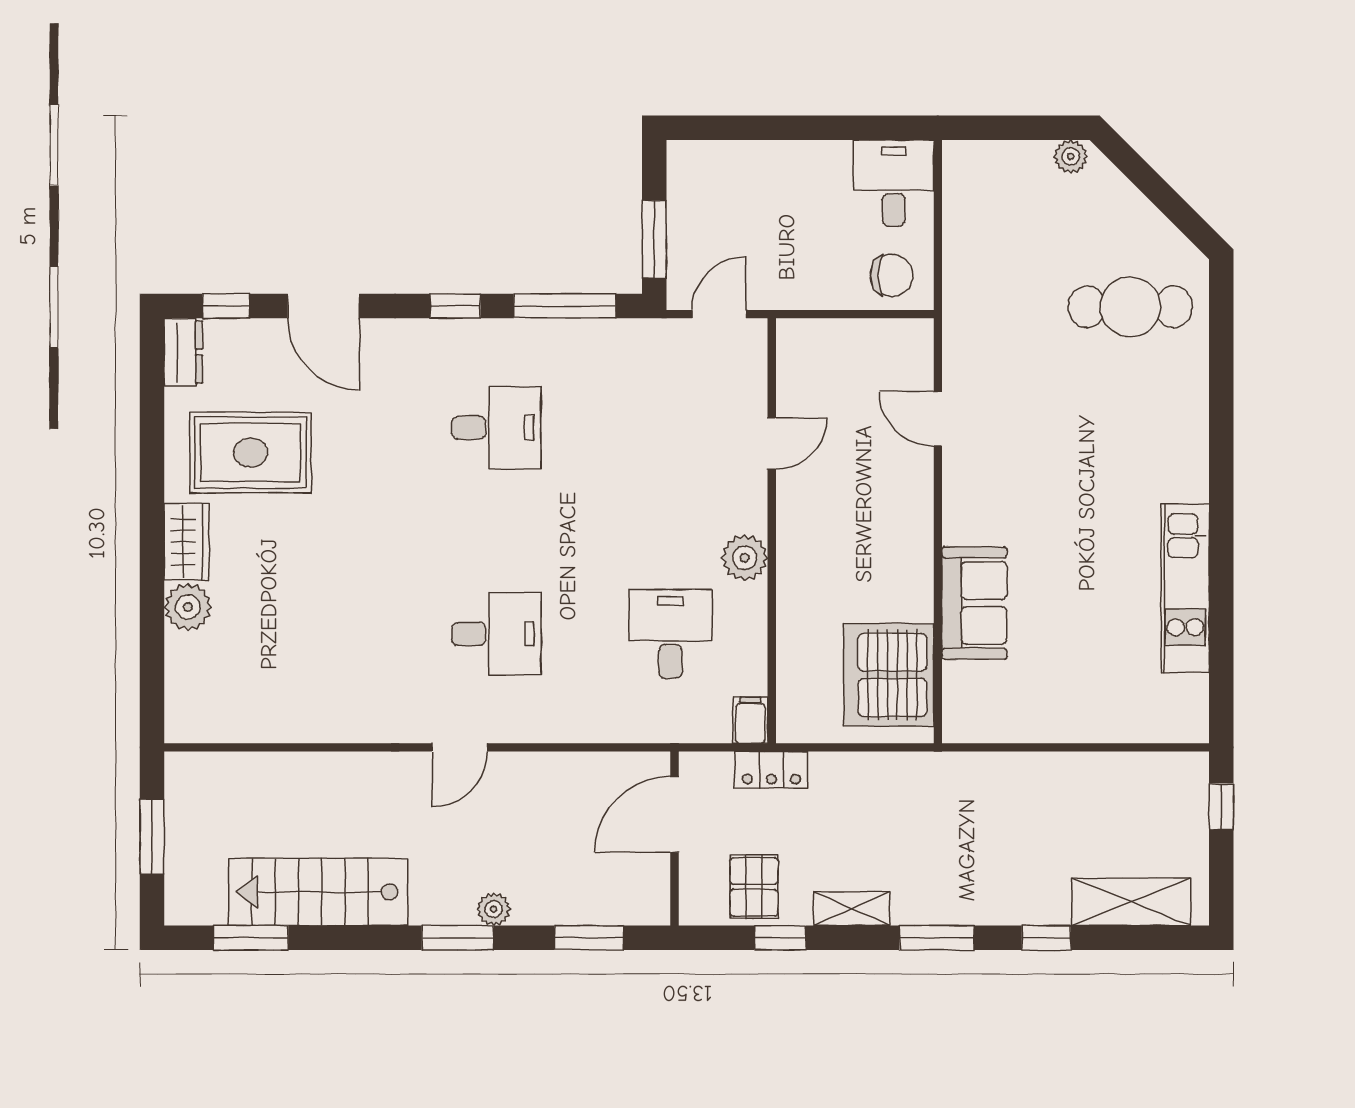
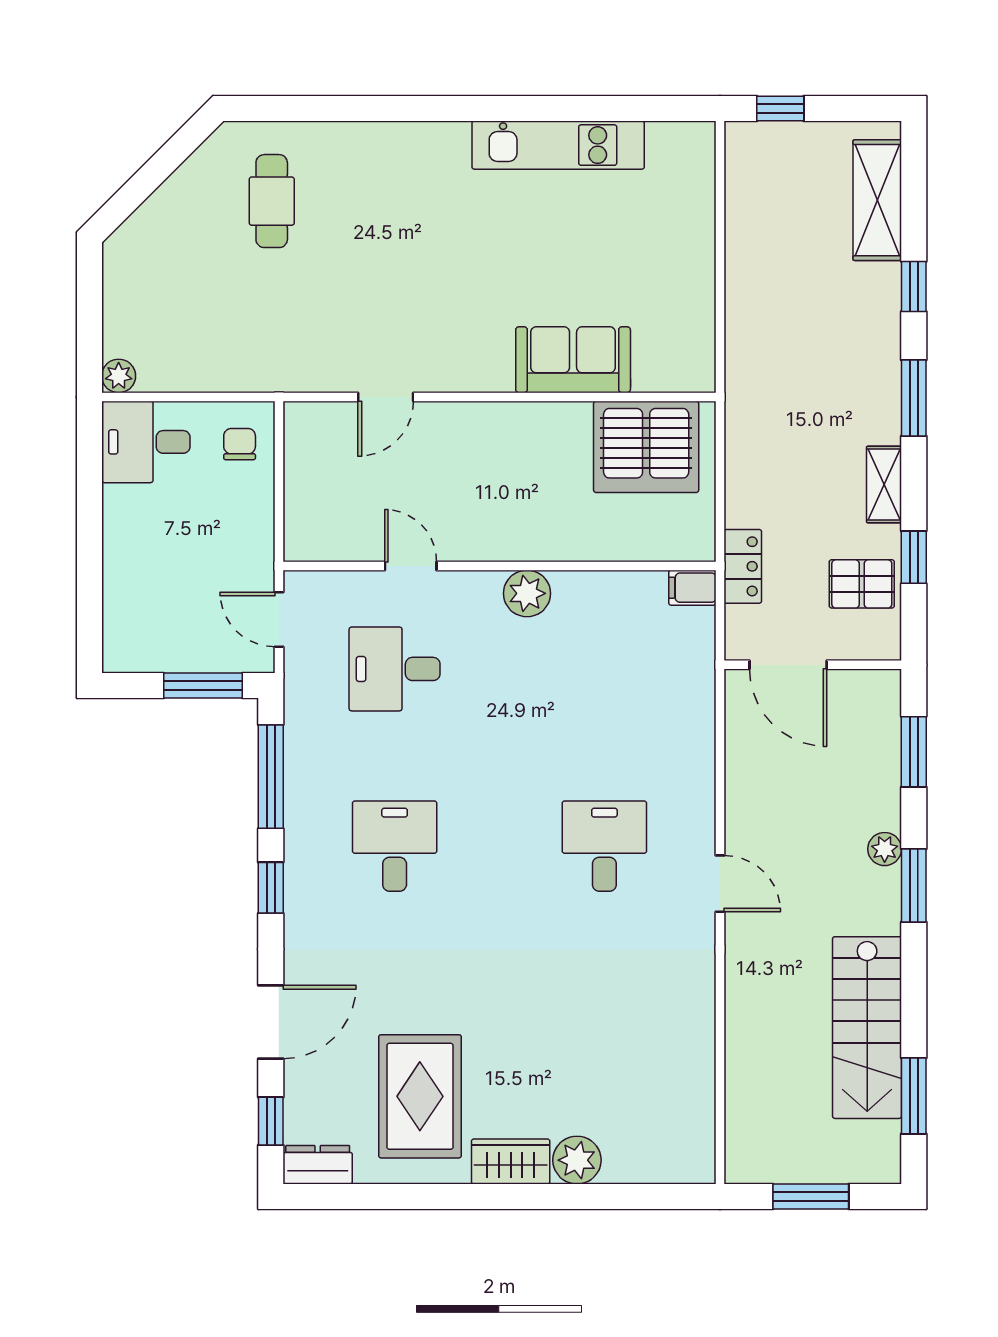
plant: (1071, 156) -> (119, 376), moved
chair: (891, 275) -> (240, 444), width x0.73, depth x0.73
cafe table: (1130, 307) -> (272, 201), width x0.73, depth x0.74
desk: (670, 634) -> (395, 669), moved

